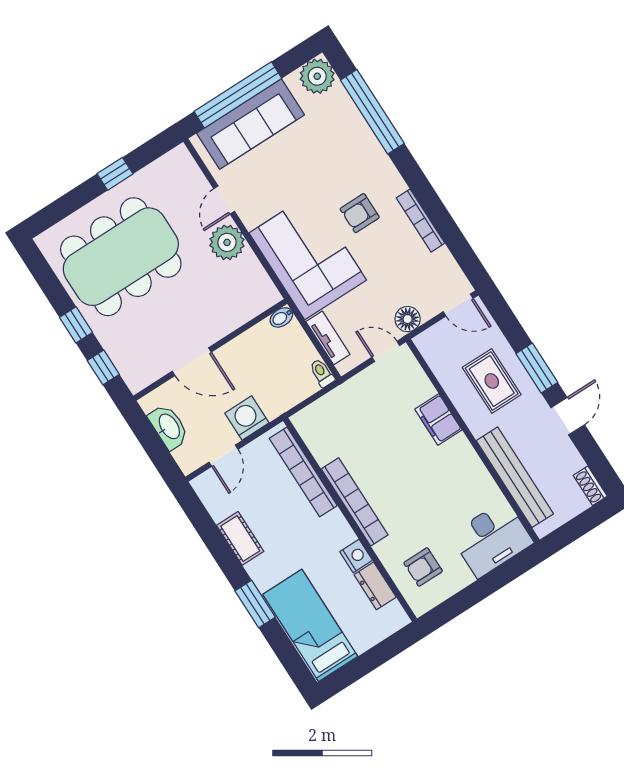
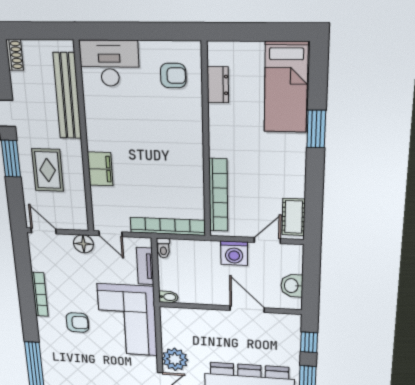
washbasin: (169, 427) -> (292, 286), width x0.72
bookcase: (355, 502) -> (168, 226), moved, turned 90
cot: (240, 538) -> (294, 217), moved
nightstand: (356, 556) -> (218, 115), removed

